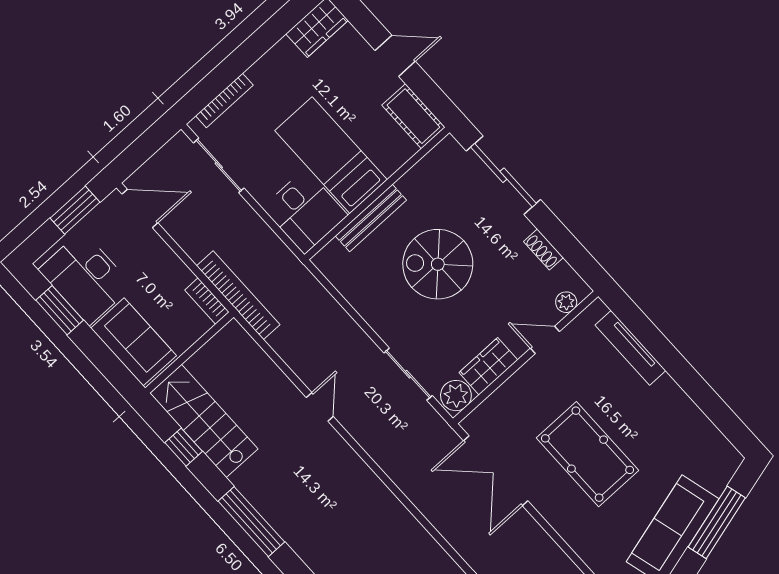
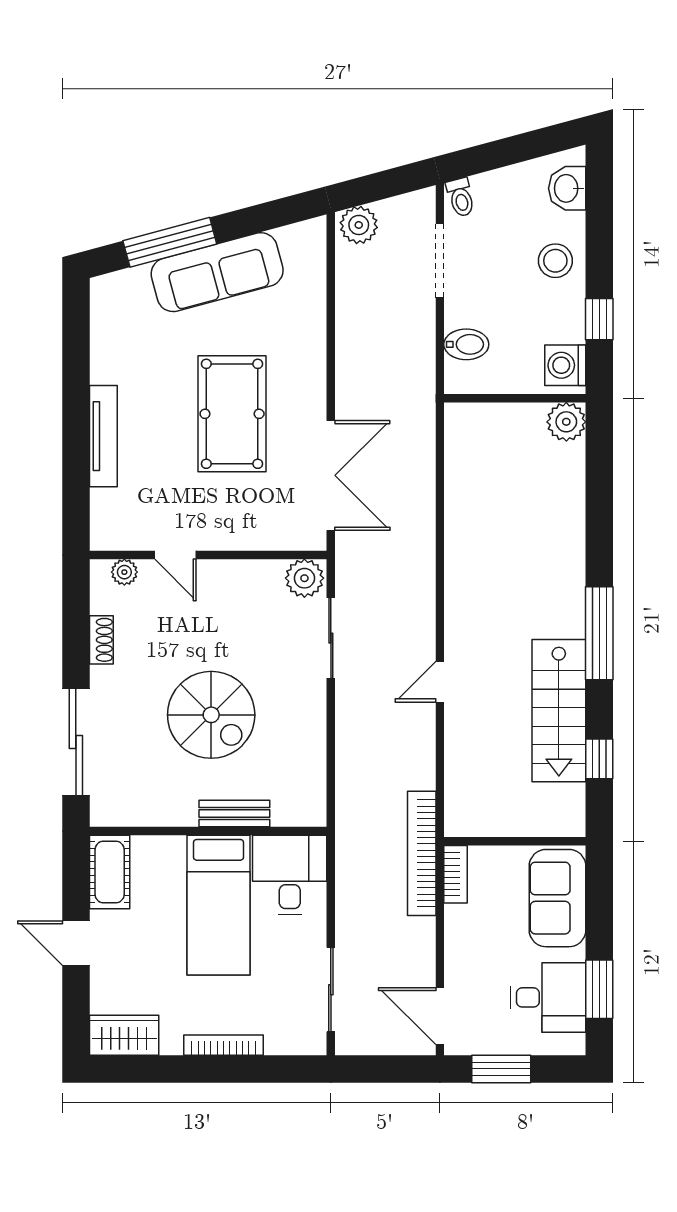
bookcase: (224, 100) -> (224, 1045), moved
bench: (371, 218) -> (234, 814), width x0.73
desk: (86, 278) -> (548, 997), width x0.73
tv unit: (630, 348) -> (103, 436), moved
wardrobe: (488, 366) -> (250, 578), removed
stairs: (204, 421) -> (559, 711), moved

